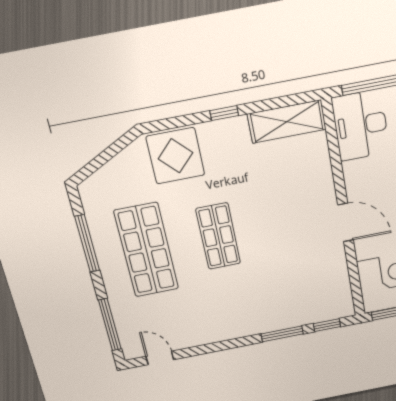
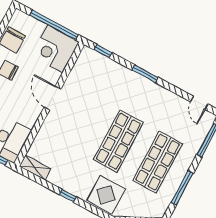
shelving: (287, 122) -> (35, 167), width x0.67, depth x0.75
shop shelf: (218, 236) -> (118, 141), width x1.43, depth x1.36
window: (282, 334) -> (145, 74), moved

